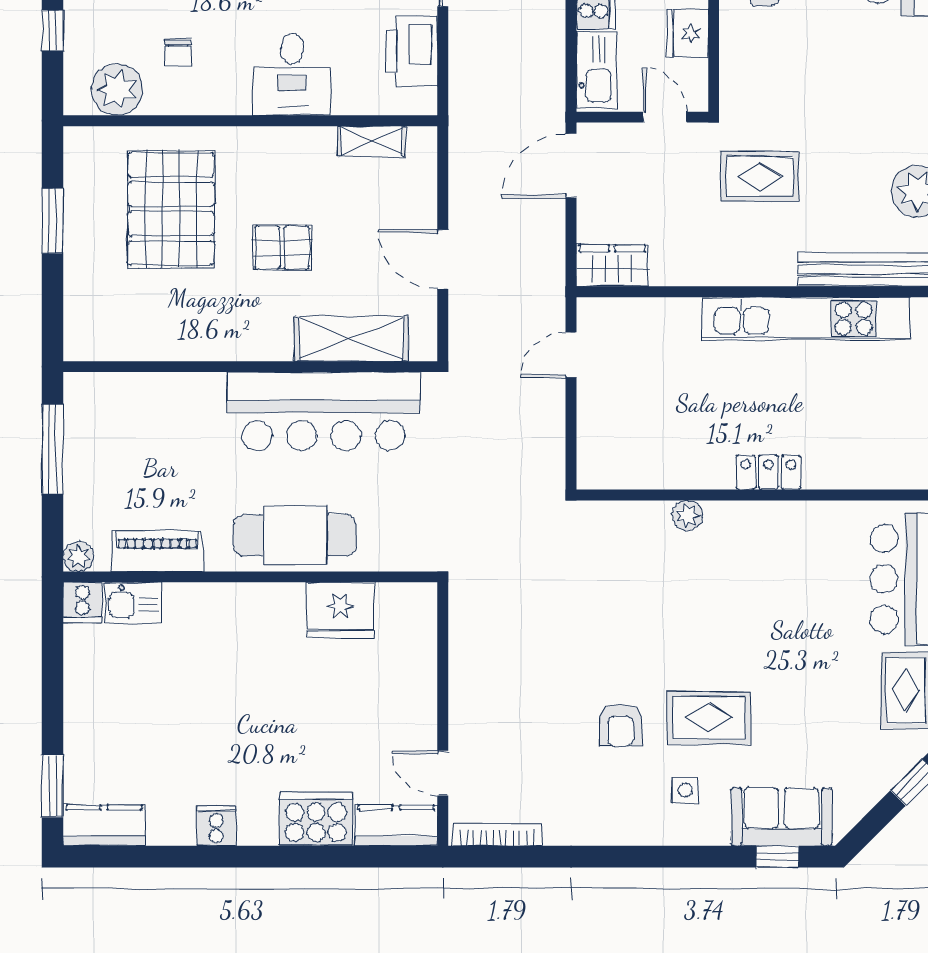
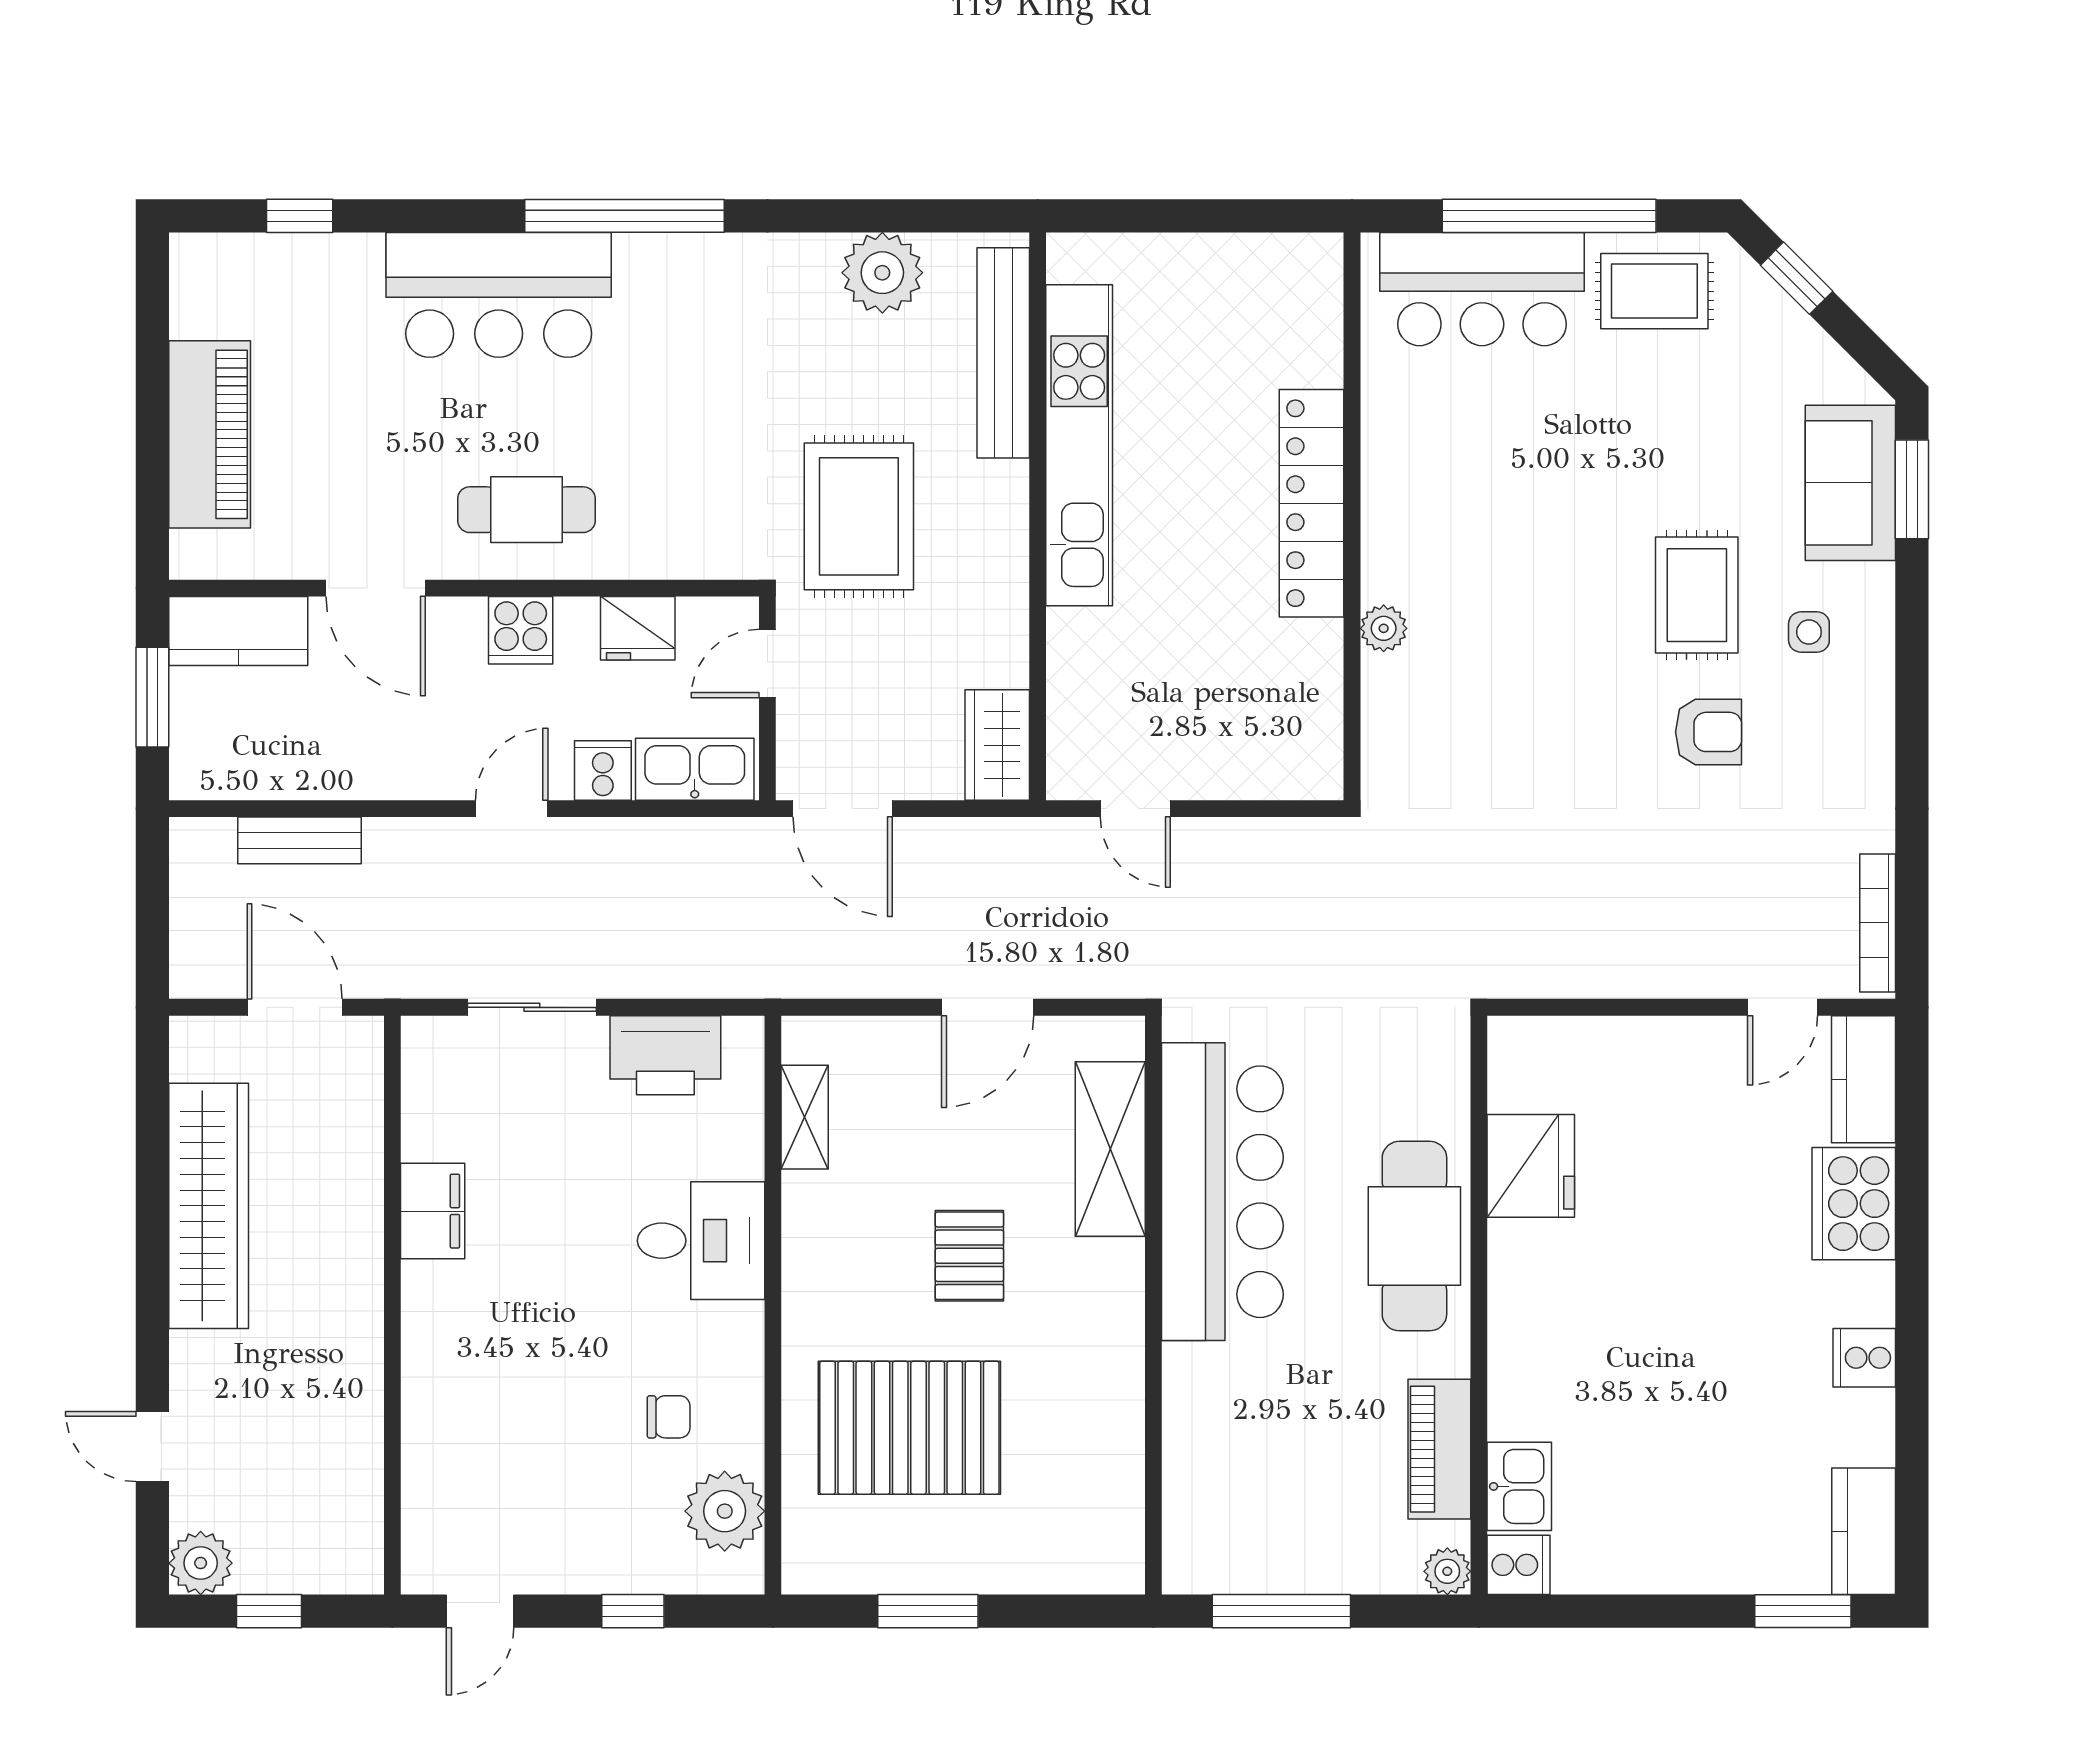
rug: (760, 176) -> (859, 516), width x1.36, depth x1.43
locker: (768, 472) -> (1312, 503), width x2.16, depth x1.21
window: (777, 857) -> (1912, 489), width x1.50

